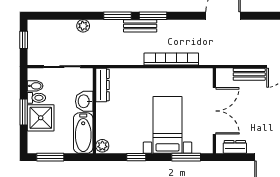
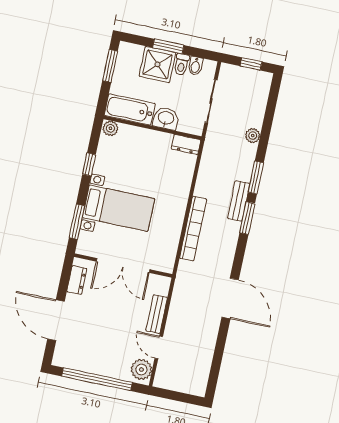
dresser: (102, 85) -> (186, 144), width x0.70

